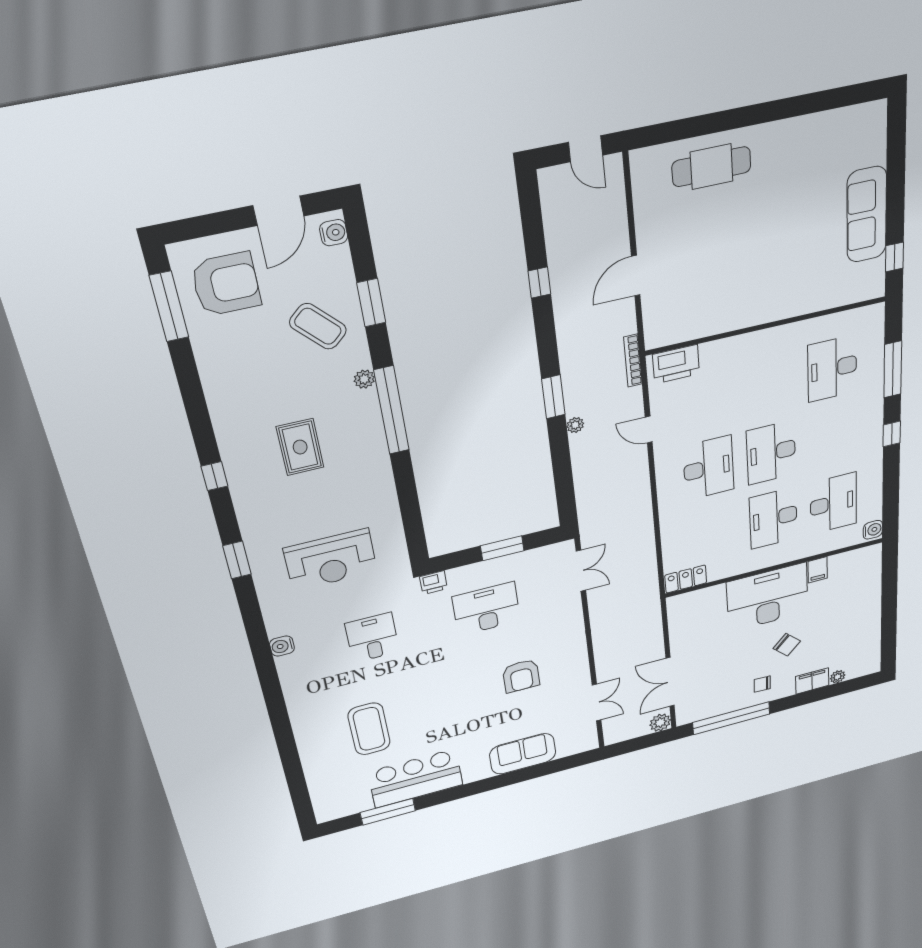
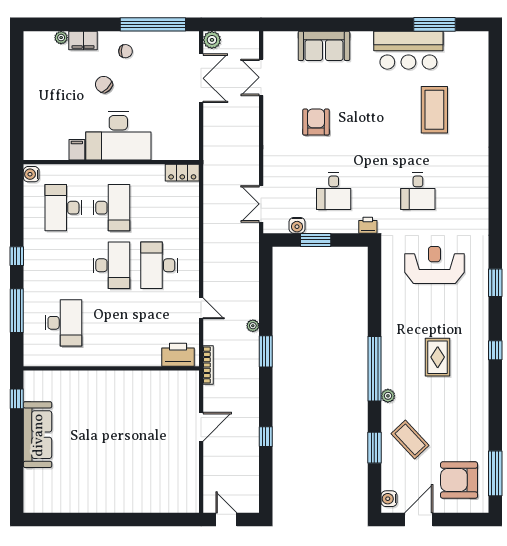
cafe table: (711, 167) -> (145, 491), removed
desk: (486, 609) -> (334, 191), width x0.73
water cooler: (282, 646) -> (297, 225), moved, turned 90

